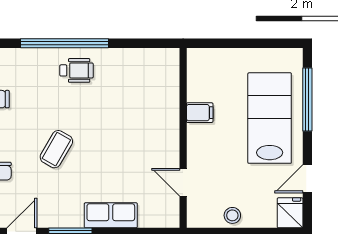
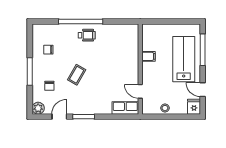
door: (307, 179) -> (203, 90), hinge flipped
row of seats: (111, 215) -> (125, 108), moved

